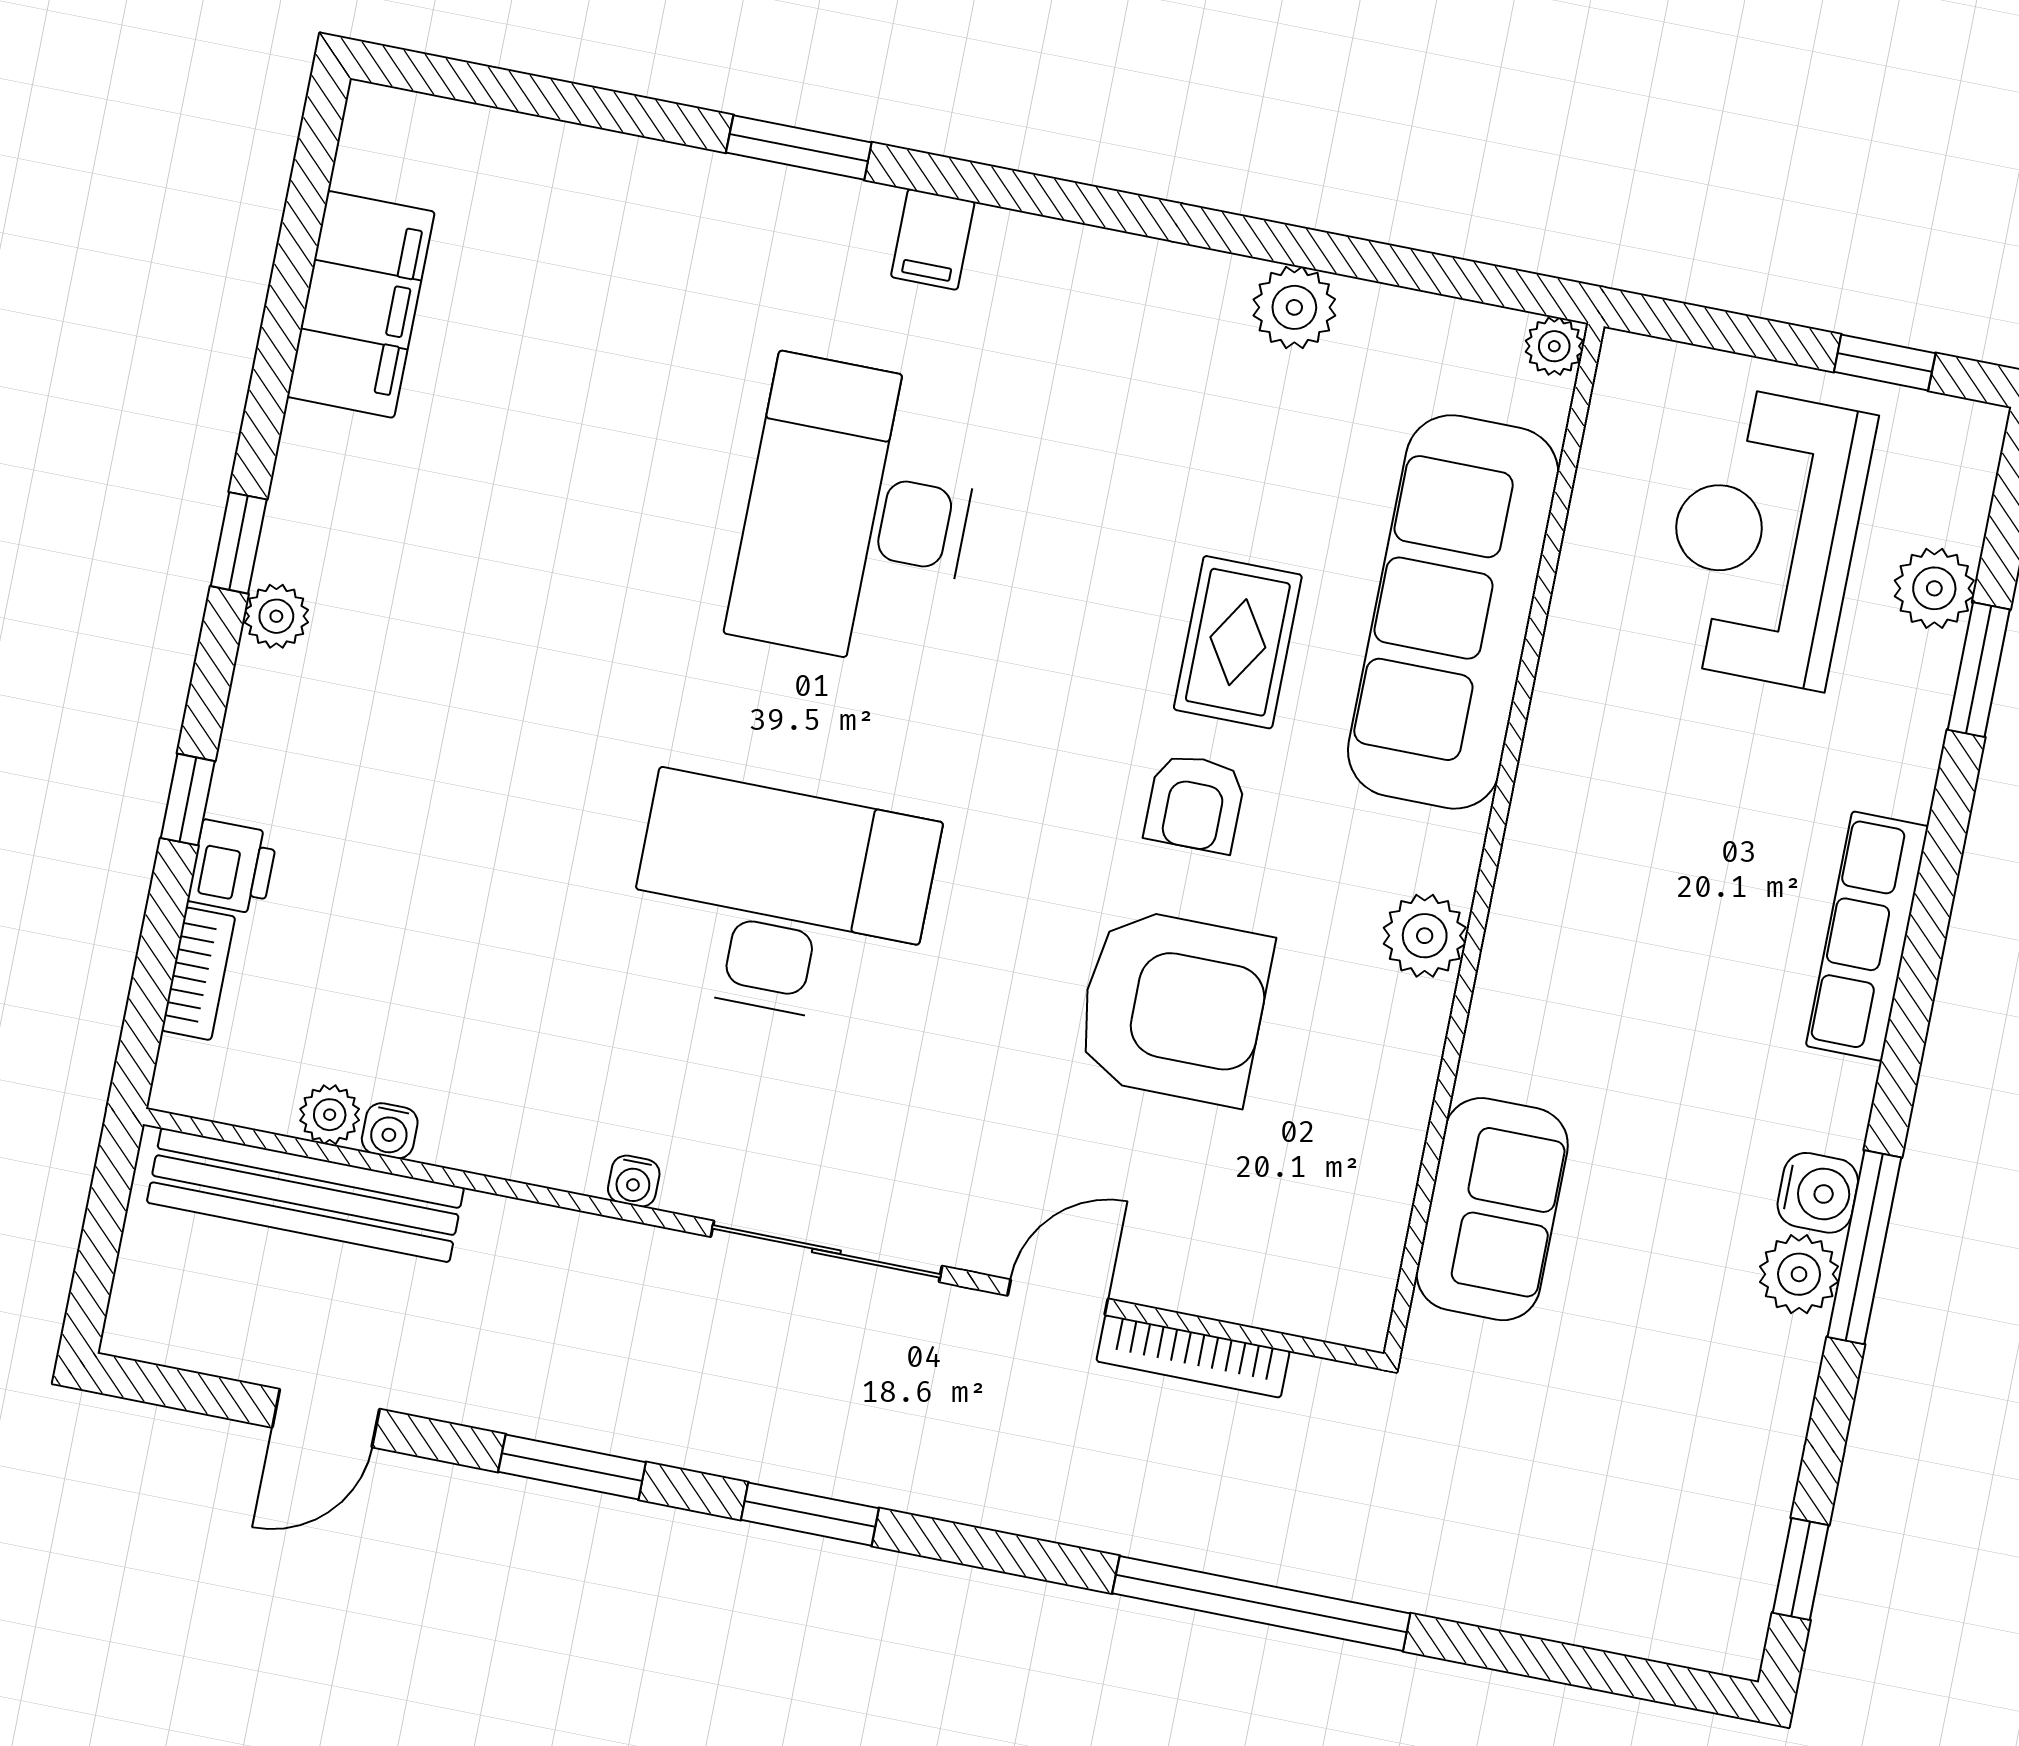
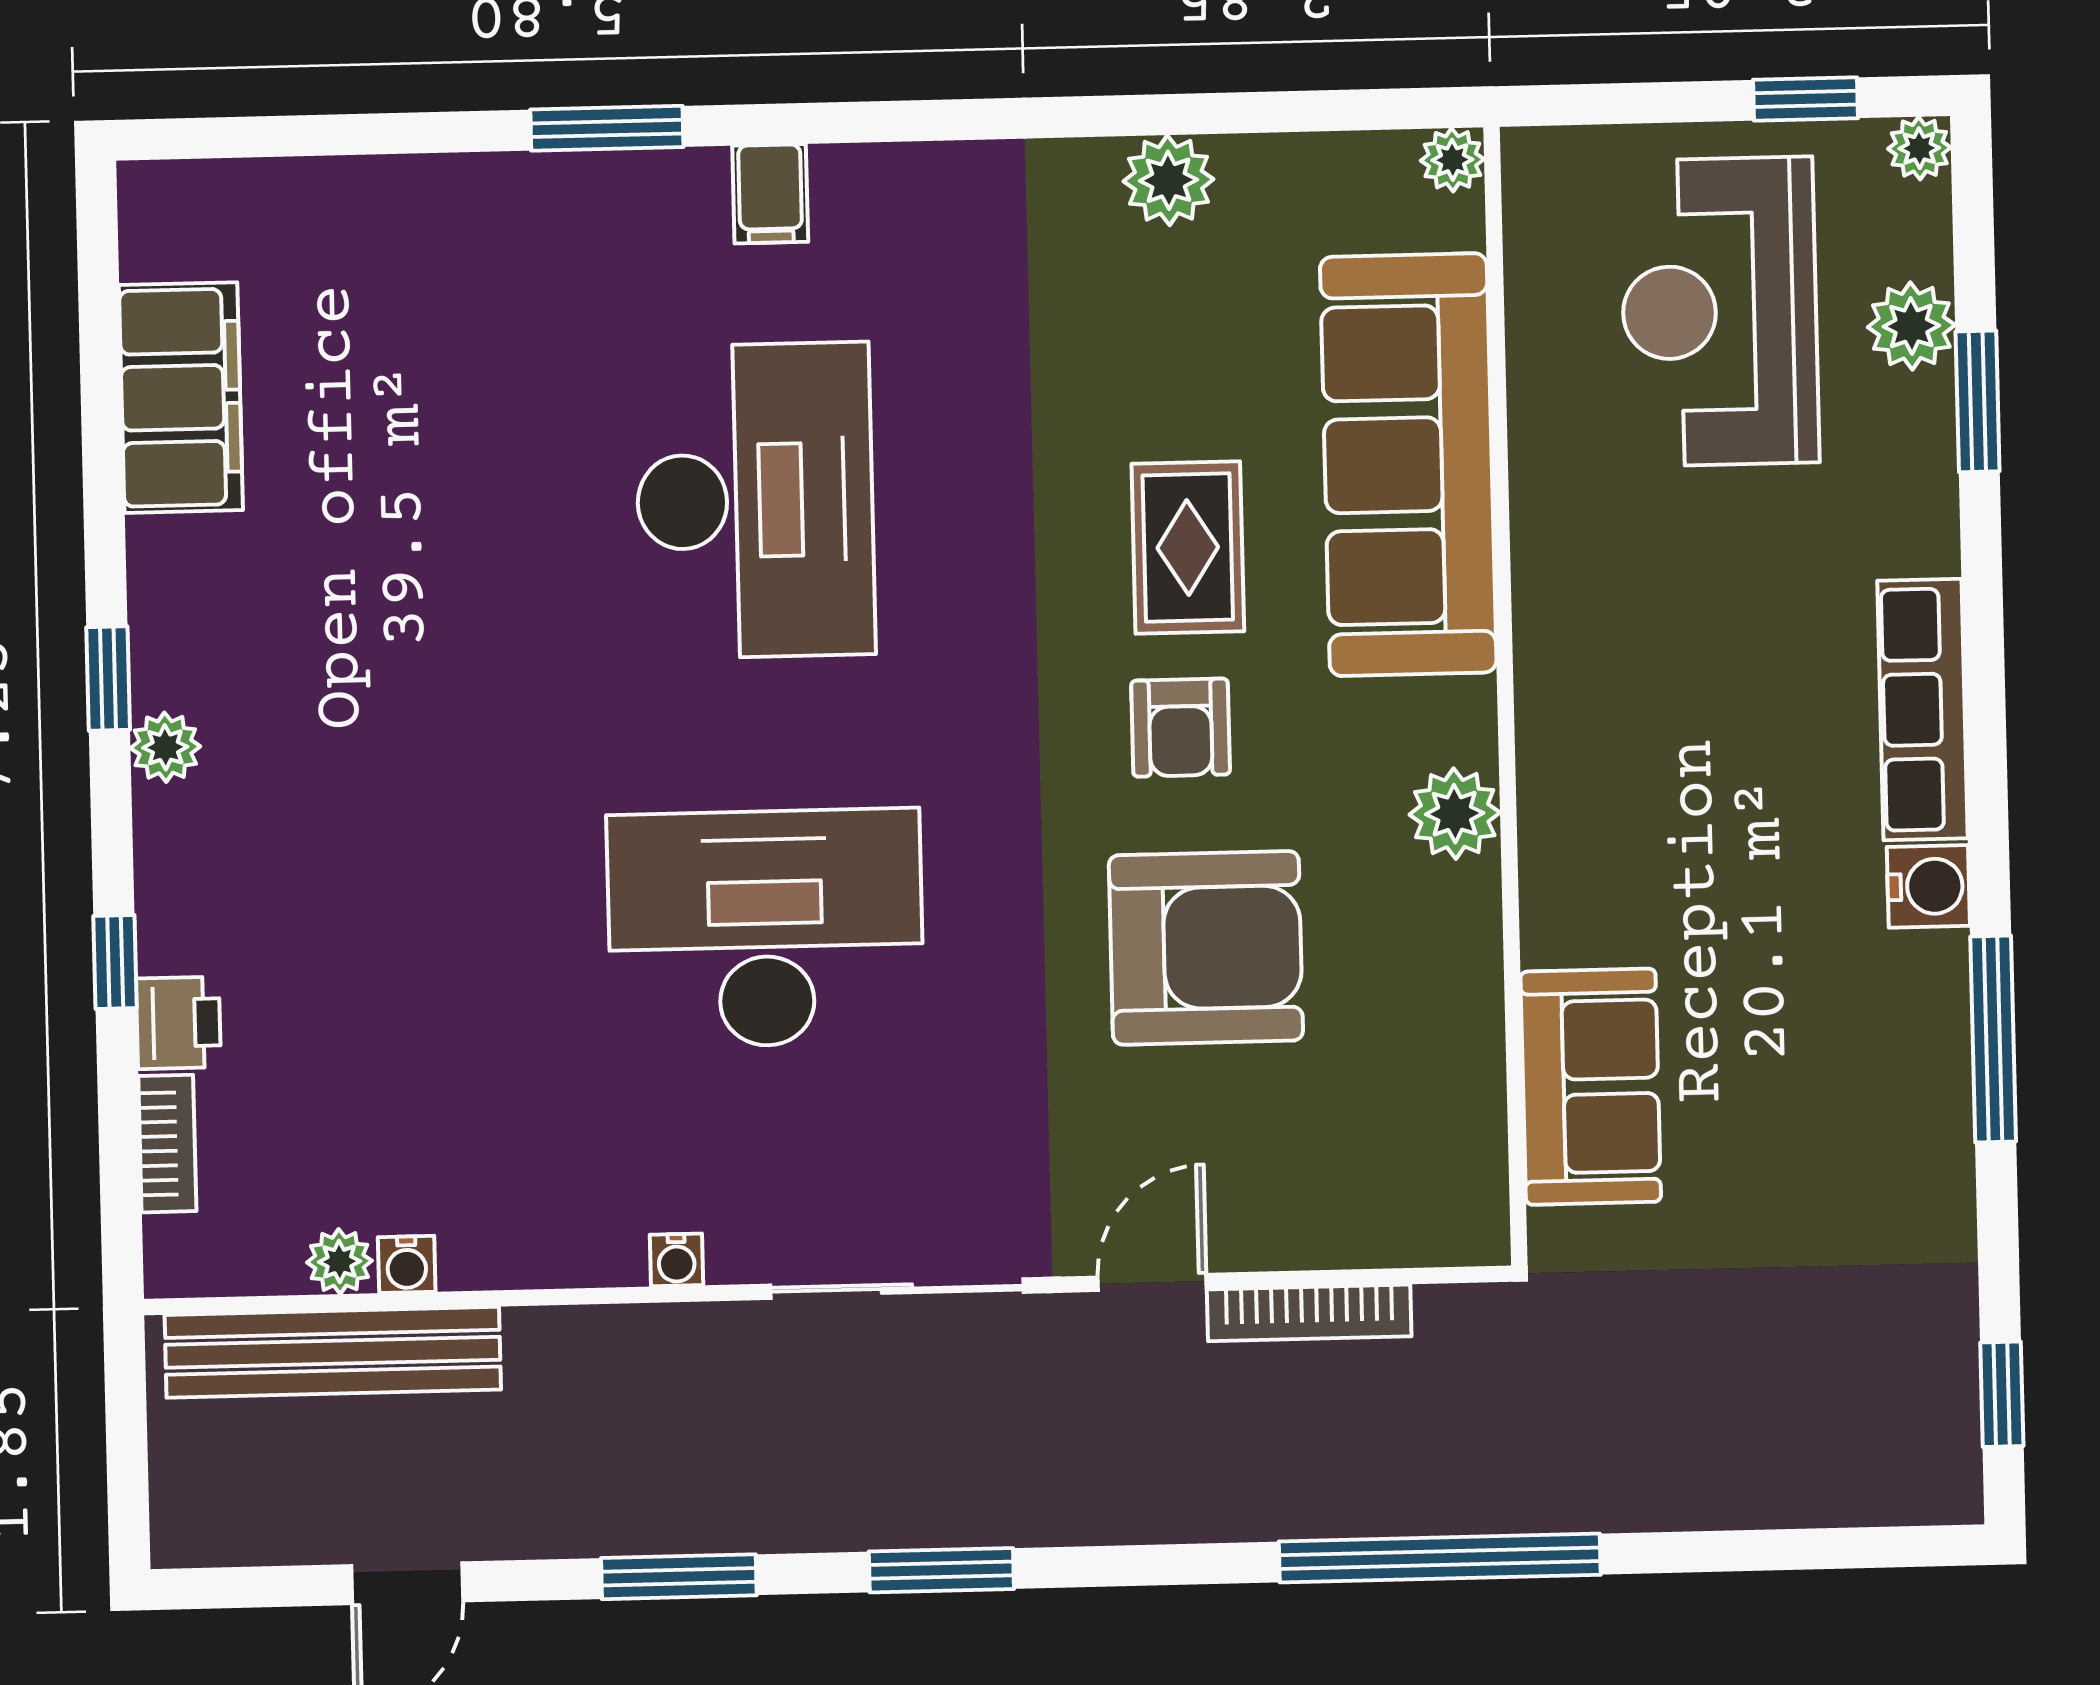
desk: (857, 513) -> (755, 501), turned 180
water cooler: (1818, 1193) -> (1928, 886), moved
plant: (1799, 1274) -> (1919, 148), moved, width x0.73, depth x0.73

